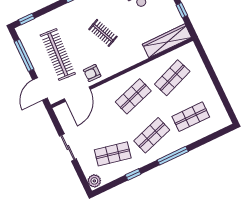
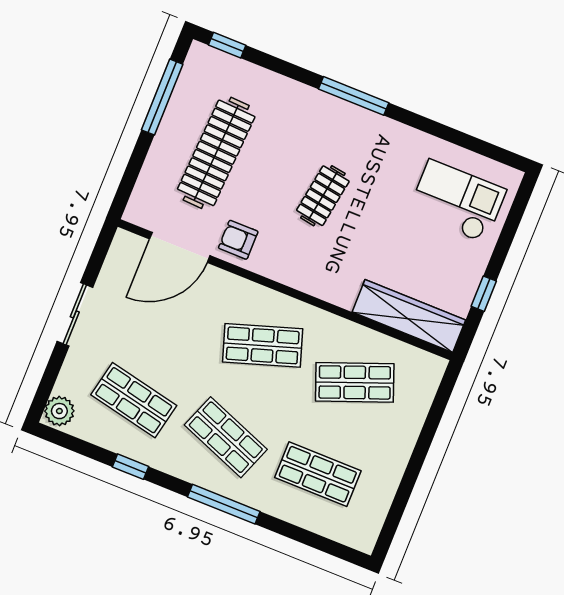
clothes rail: (103, 33) -> (323, 196), turned 33
door: (40, 89) -> (130, 176), removed
shop shelf: (152, 135) -> (226, 437), turned 39

